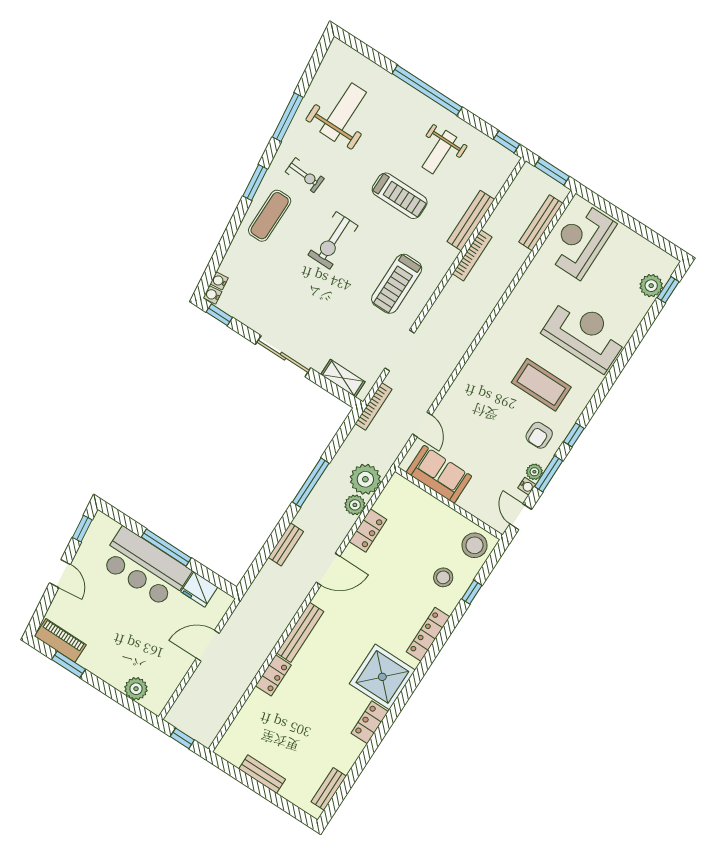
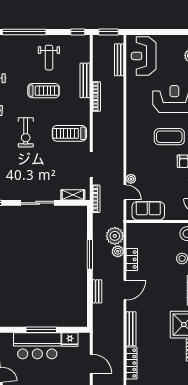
treadmill: (397, 284) -> (69, 133), turned 90
plant: (444, 410) -> (131, 179), added
door: (208, 646) -> (91, 364), swing flipped
locker: (273, 675) -> (132, 363), width x1.53

